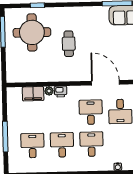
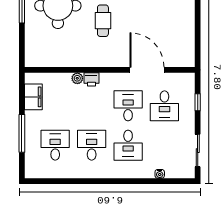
filing cabinet: (33, 94) -> (33, 97), moved, turned -90
desk: (92, 144) -> (128, 145), turned 180

